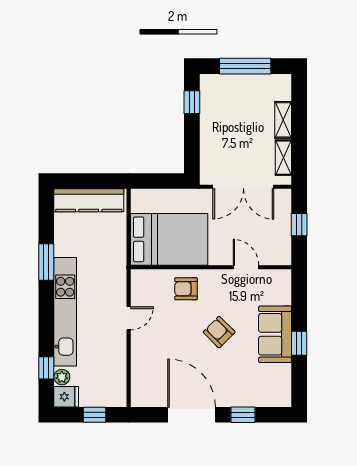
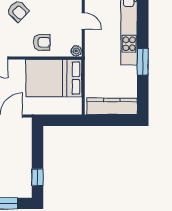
plant: (138, 277) -> (76, 51), added
door: (129, 318) -> (83, 21), swing flipped

